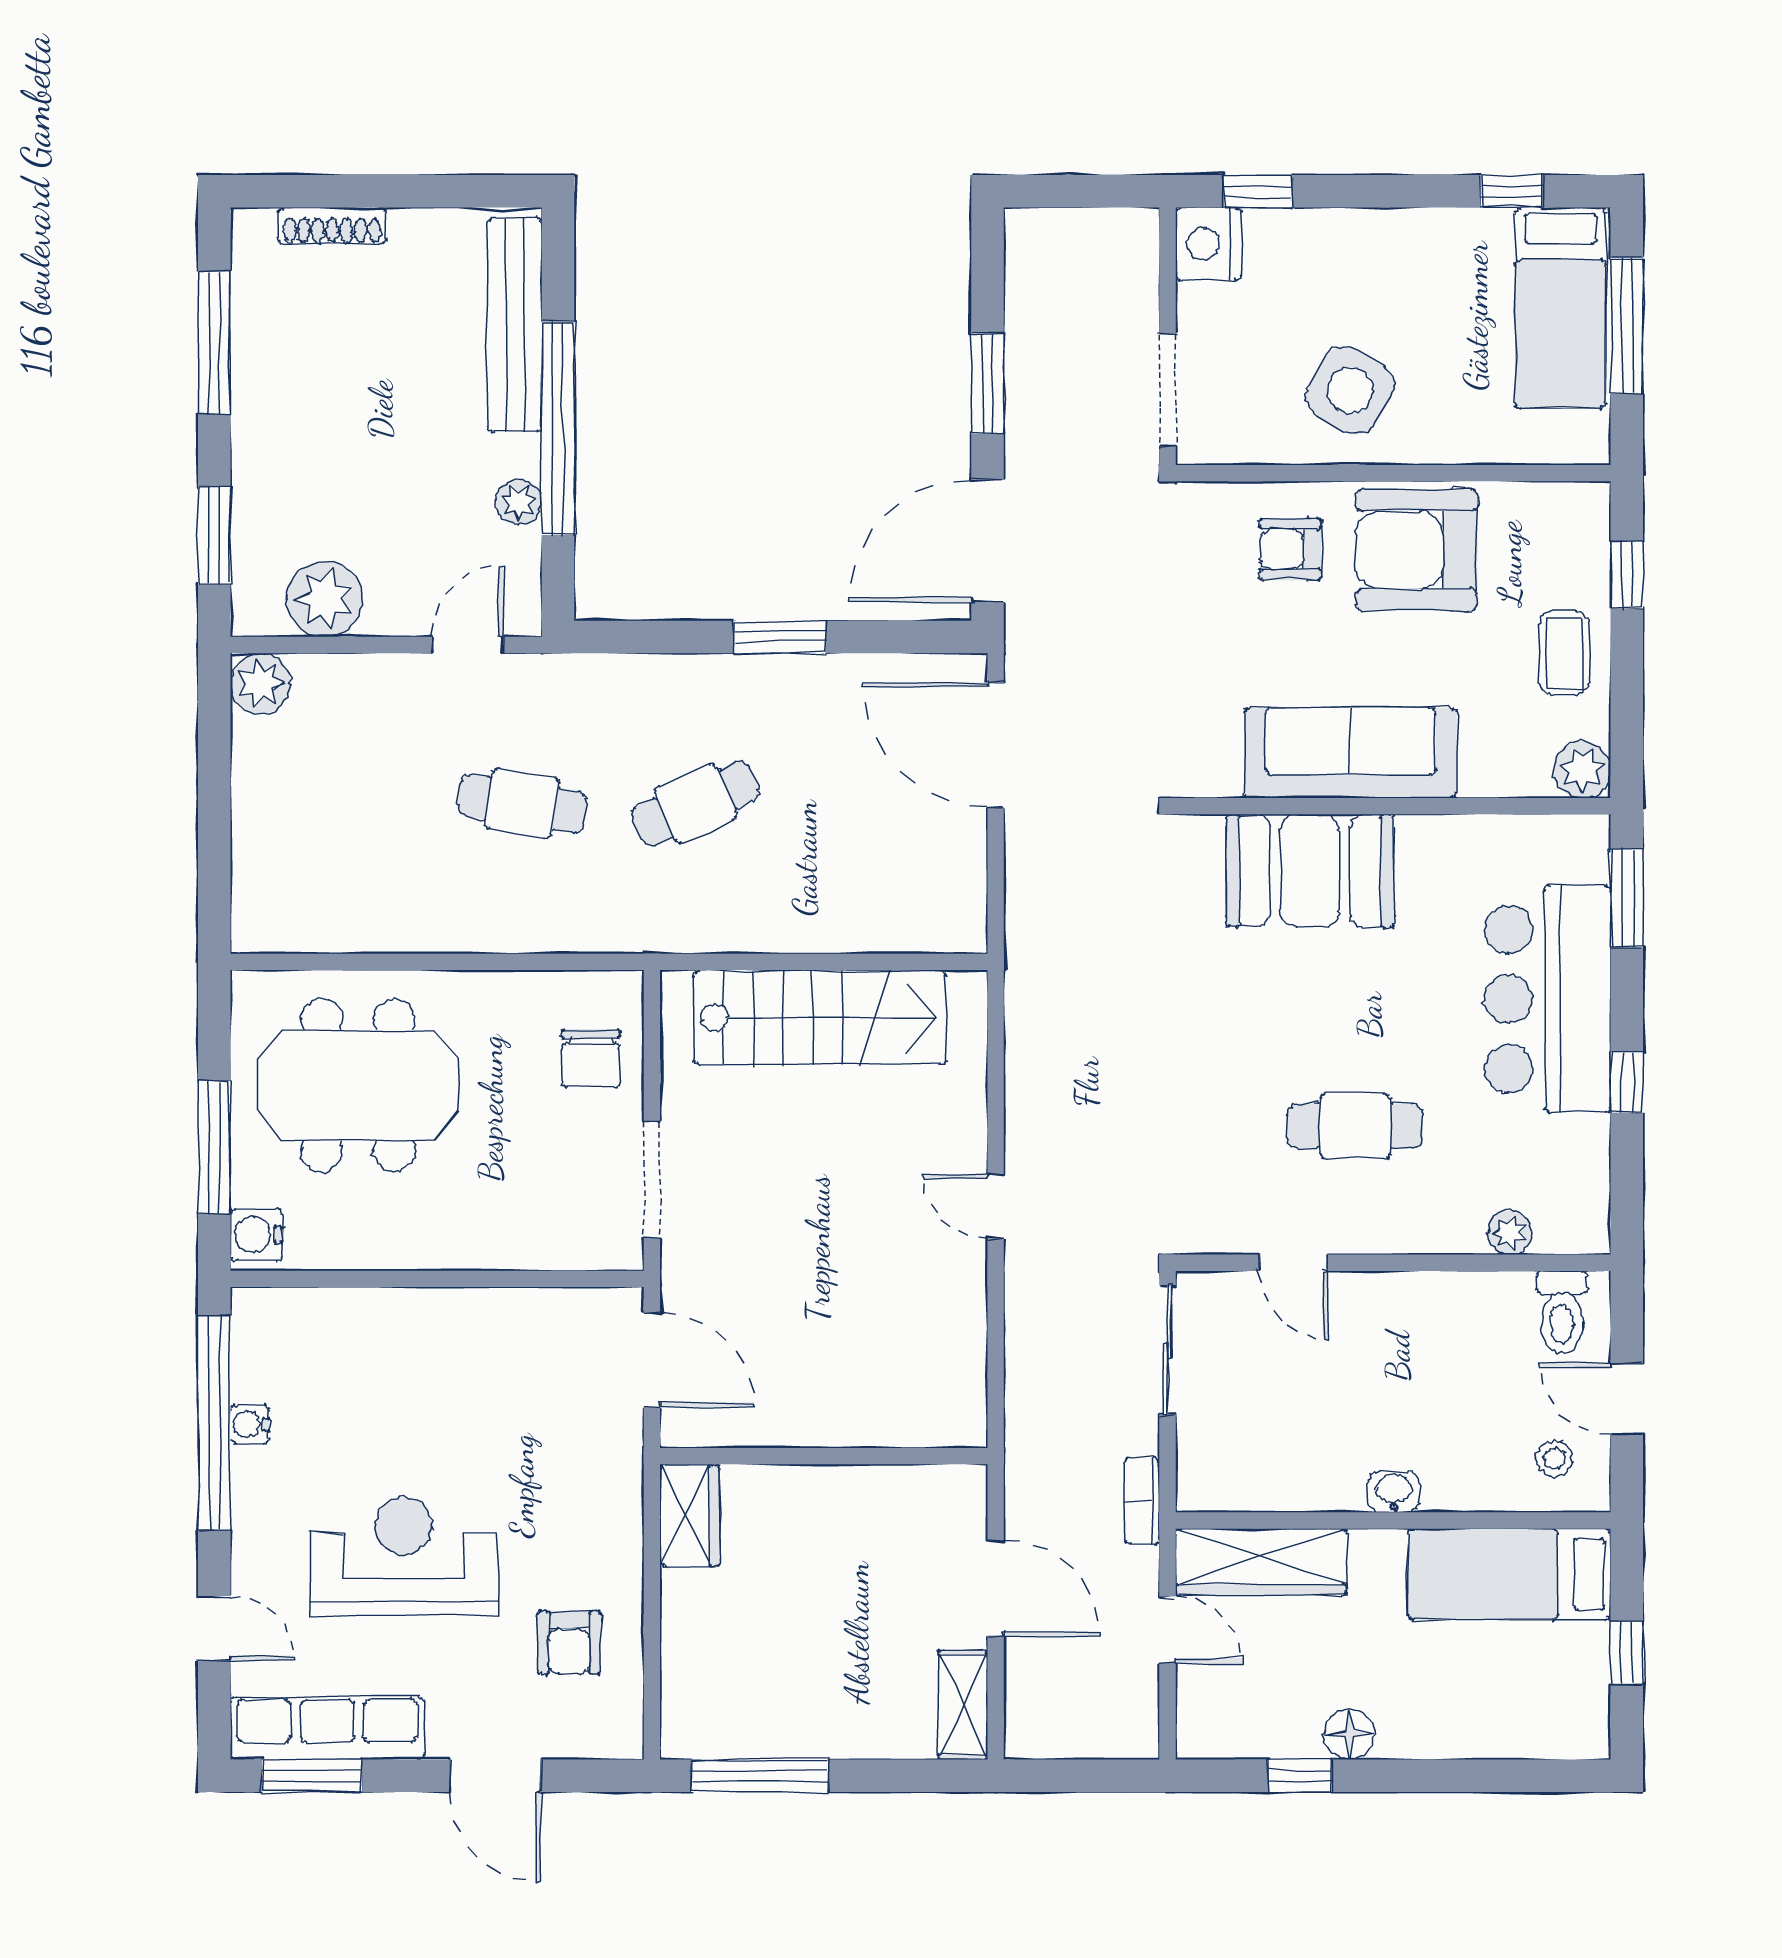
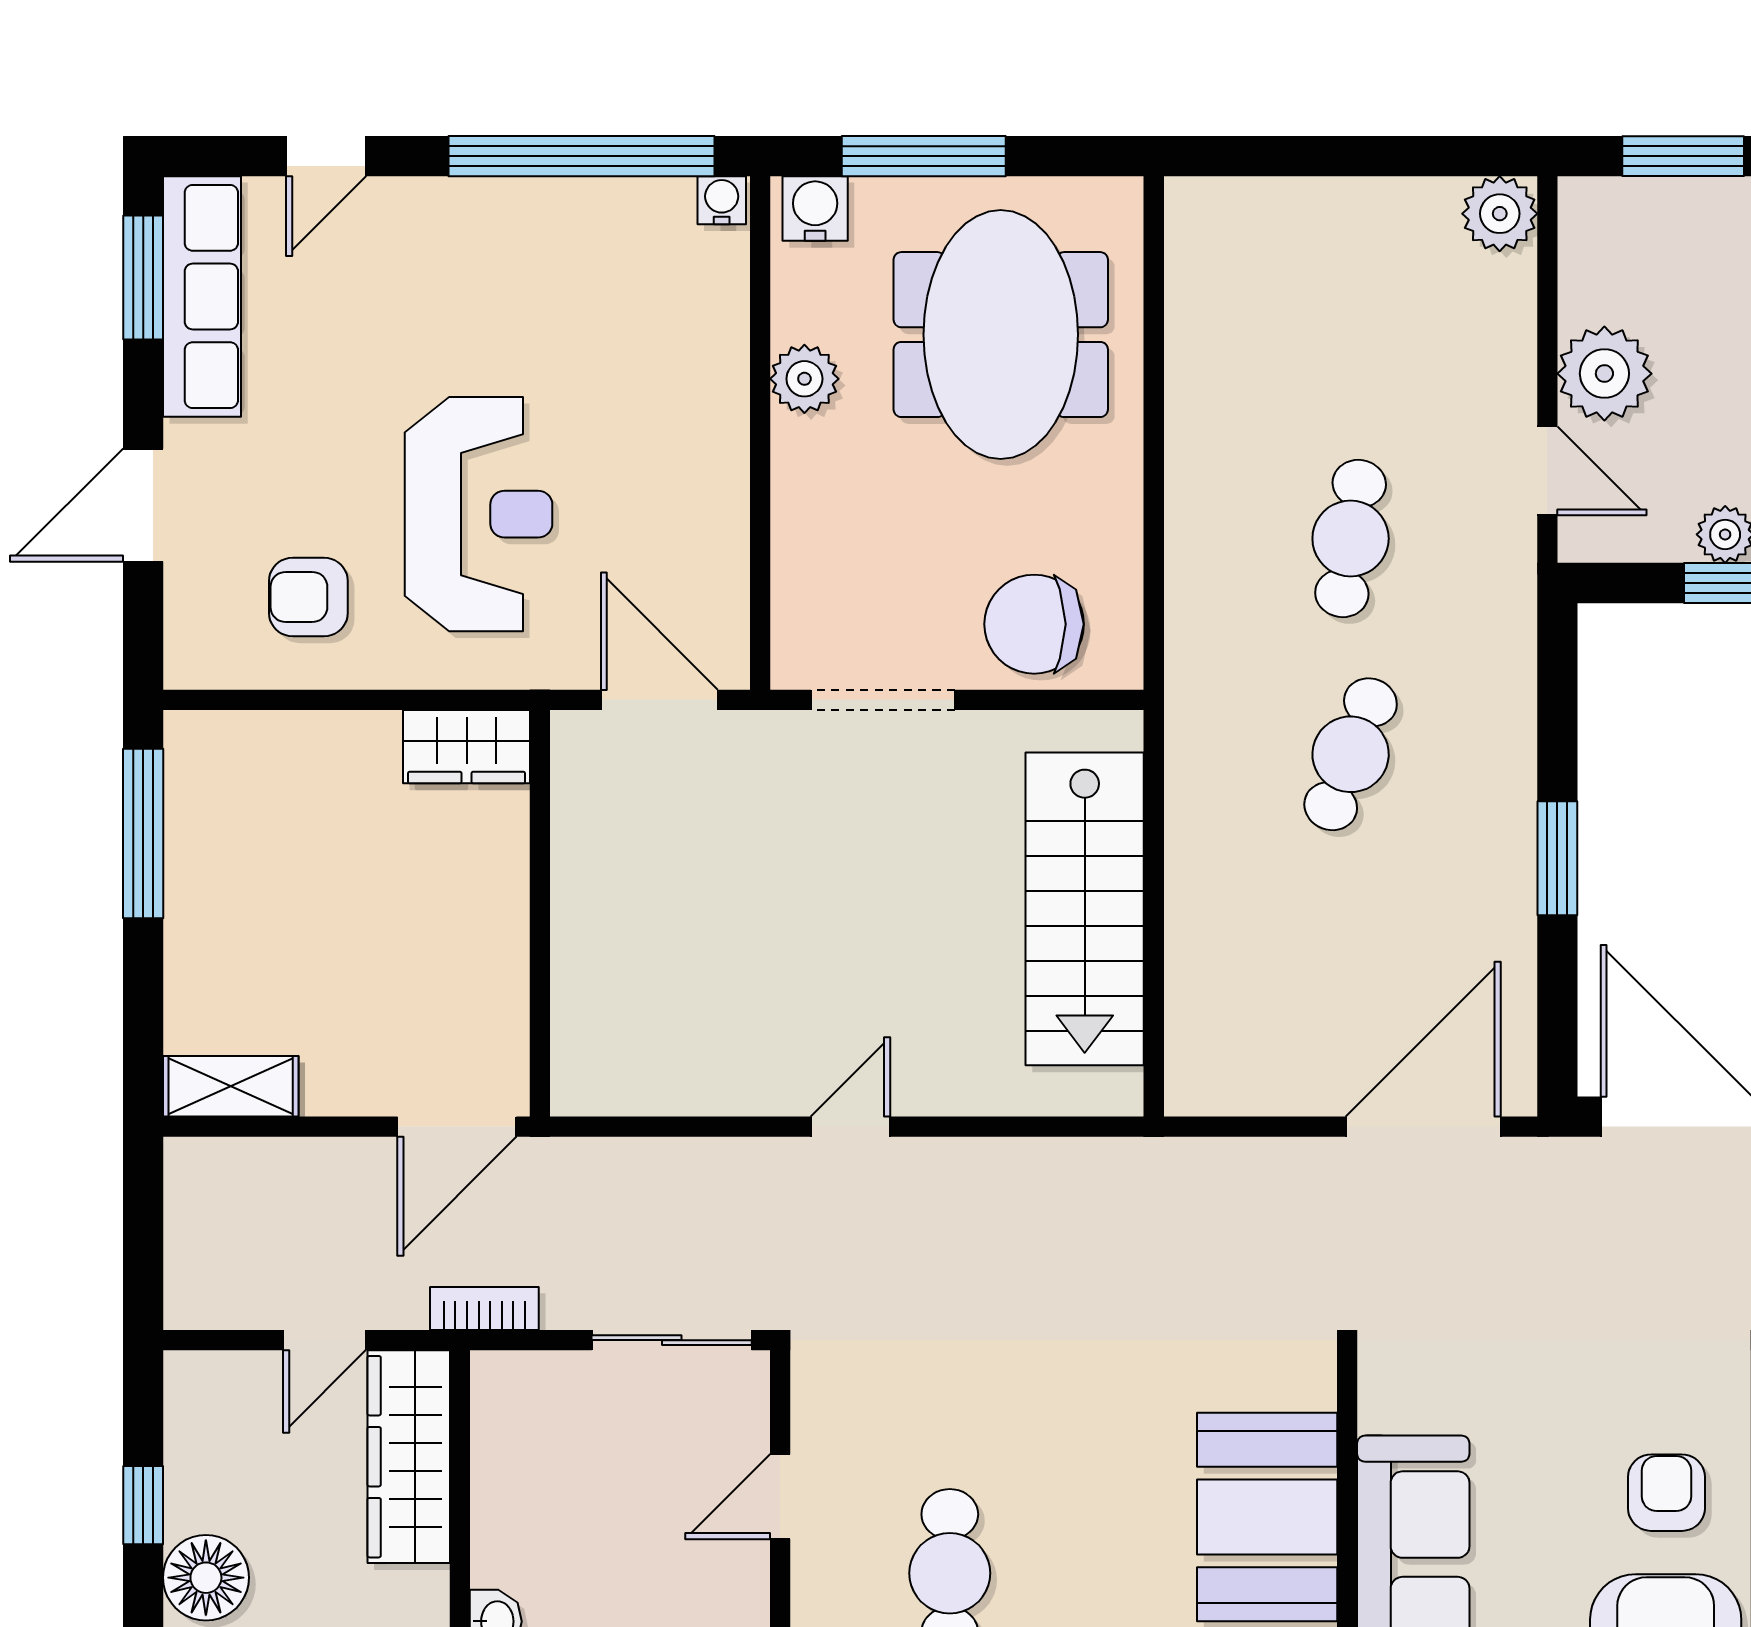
plant: (325, 599) -> (1604, 374), moved
cafe table: (696, 803) -> (1351, 754), turned 45
chair: (591, 1058) -> (1034, 624), width x1.37, depth x1.37
plant: (393, 1243) -> (804, 379), added
door: (652, 1360) -> (659, 700), swing flipped
water cooler: (250, 1424) -> (722, 200), moved
reception desk: (404, 1557) -> (479, 514), moved
door: (996, 1588) -> (457, 1127), moved
floor lamp: (1349, 1734) -> (206, 1578), width x1.38, depth x1.38

